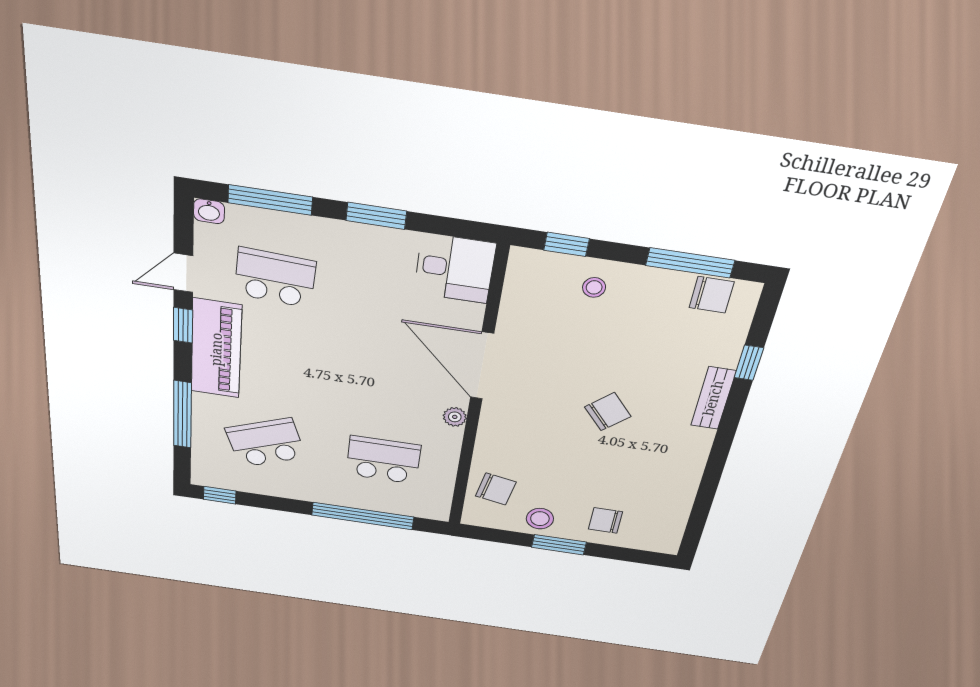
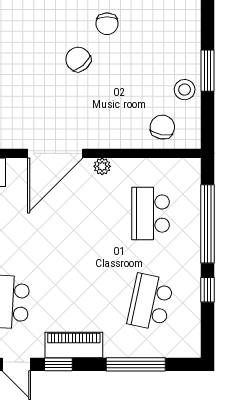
piano: (216, 349) -> (74, 345), width x0.73, depth x0.75
school desk: (266, 443) -> (151, 302), turned 33
window: (220, 495) -> (208, 290), moved
chair: (605, 520) -> (107, 24), moved

